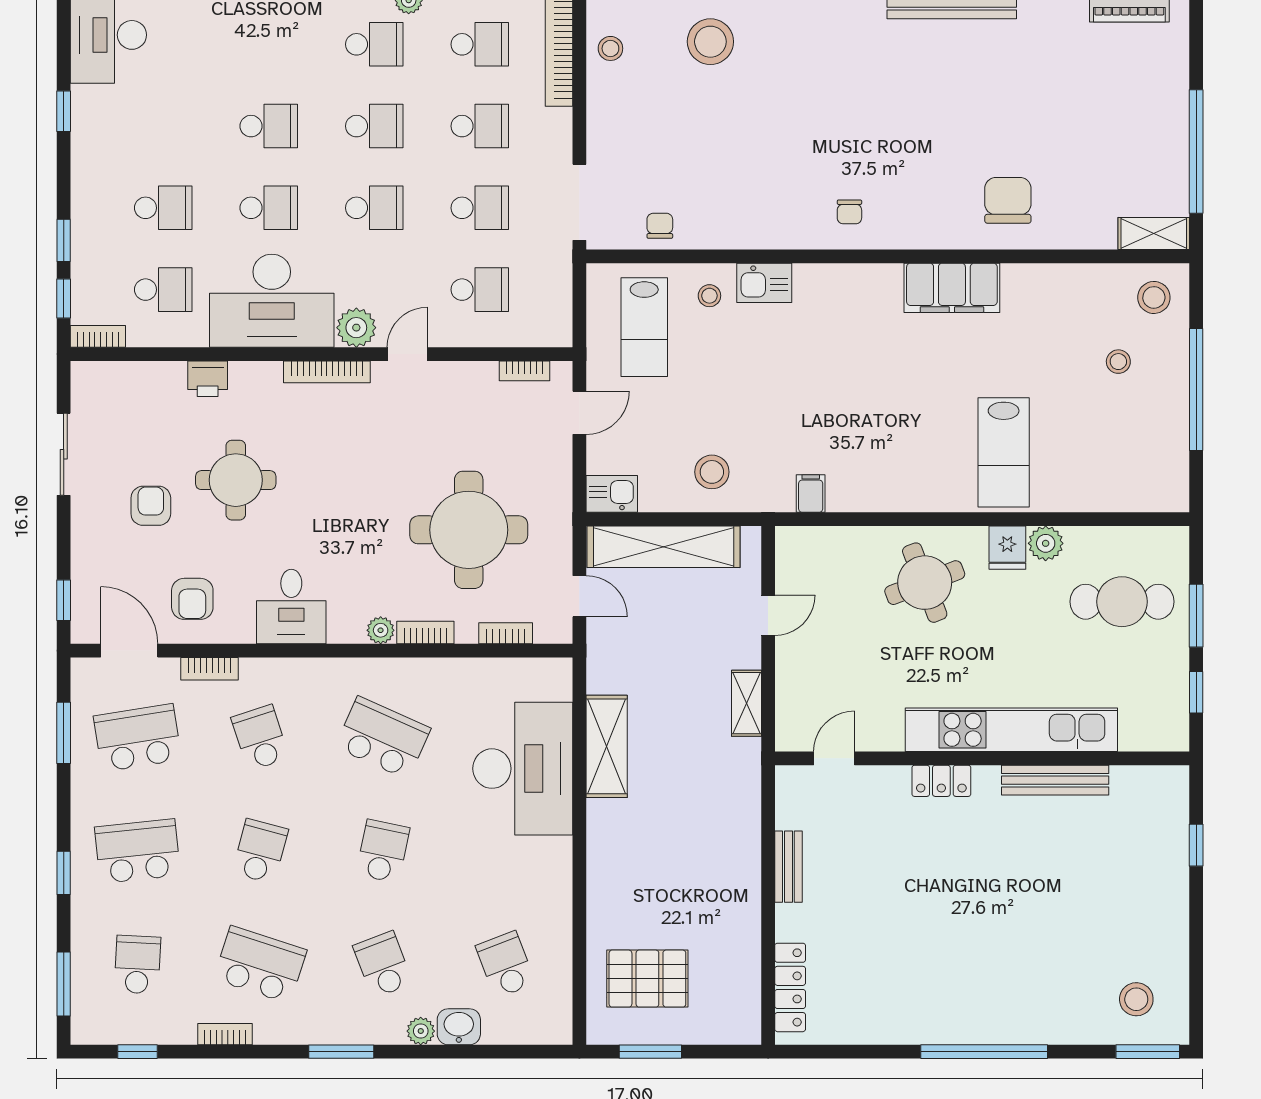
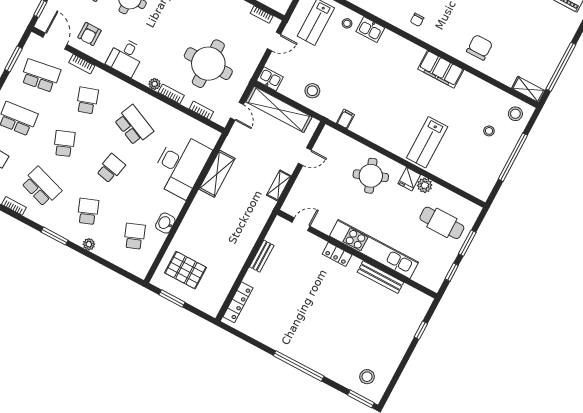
school desk: (260, 851) -> (64, 144), turned -36
washbasin: (459, 1027) -> (165, 223), moved, turned -90

